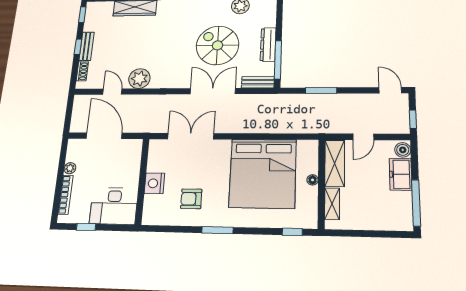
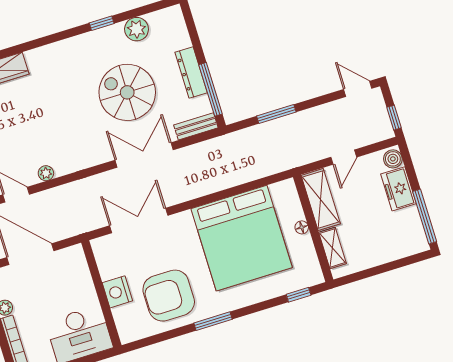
plant: (139, 79) -> (46, 173), width x0.53, depth x0.53
armchair: (191, 199) -> (169, 296), width x1.88, depth x1.88

